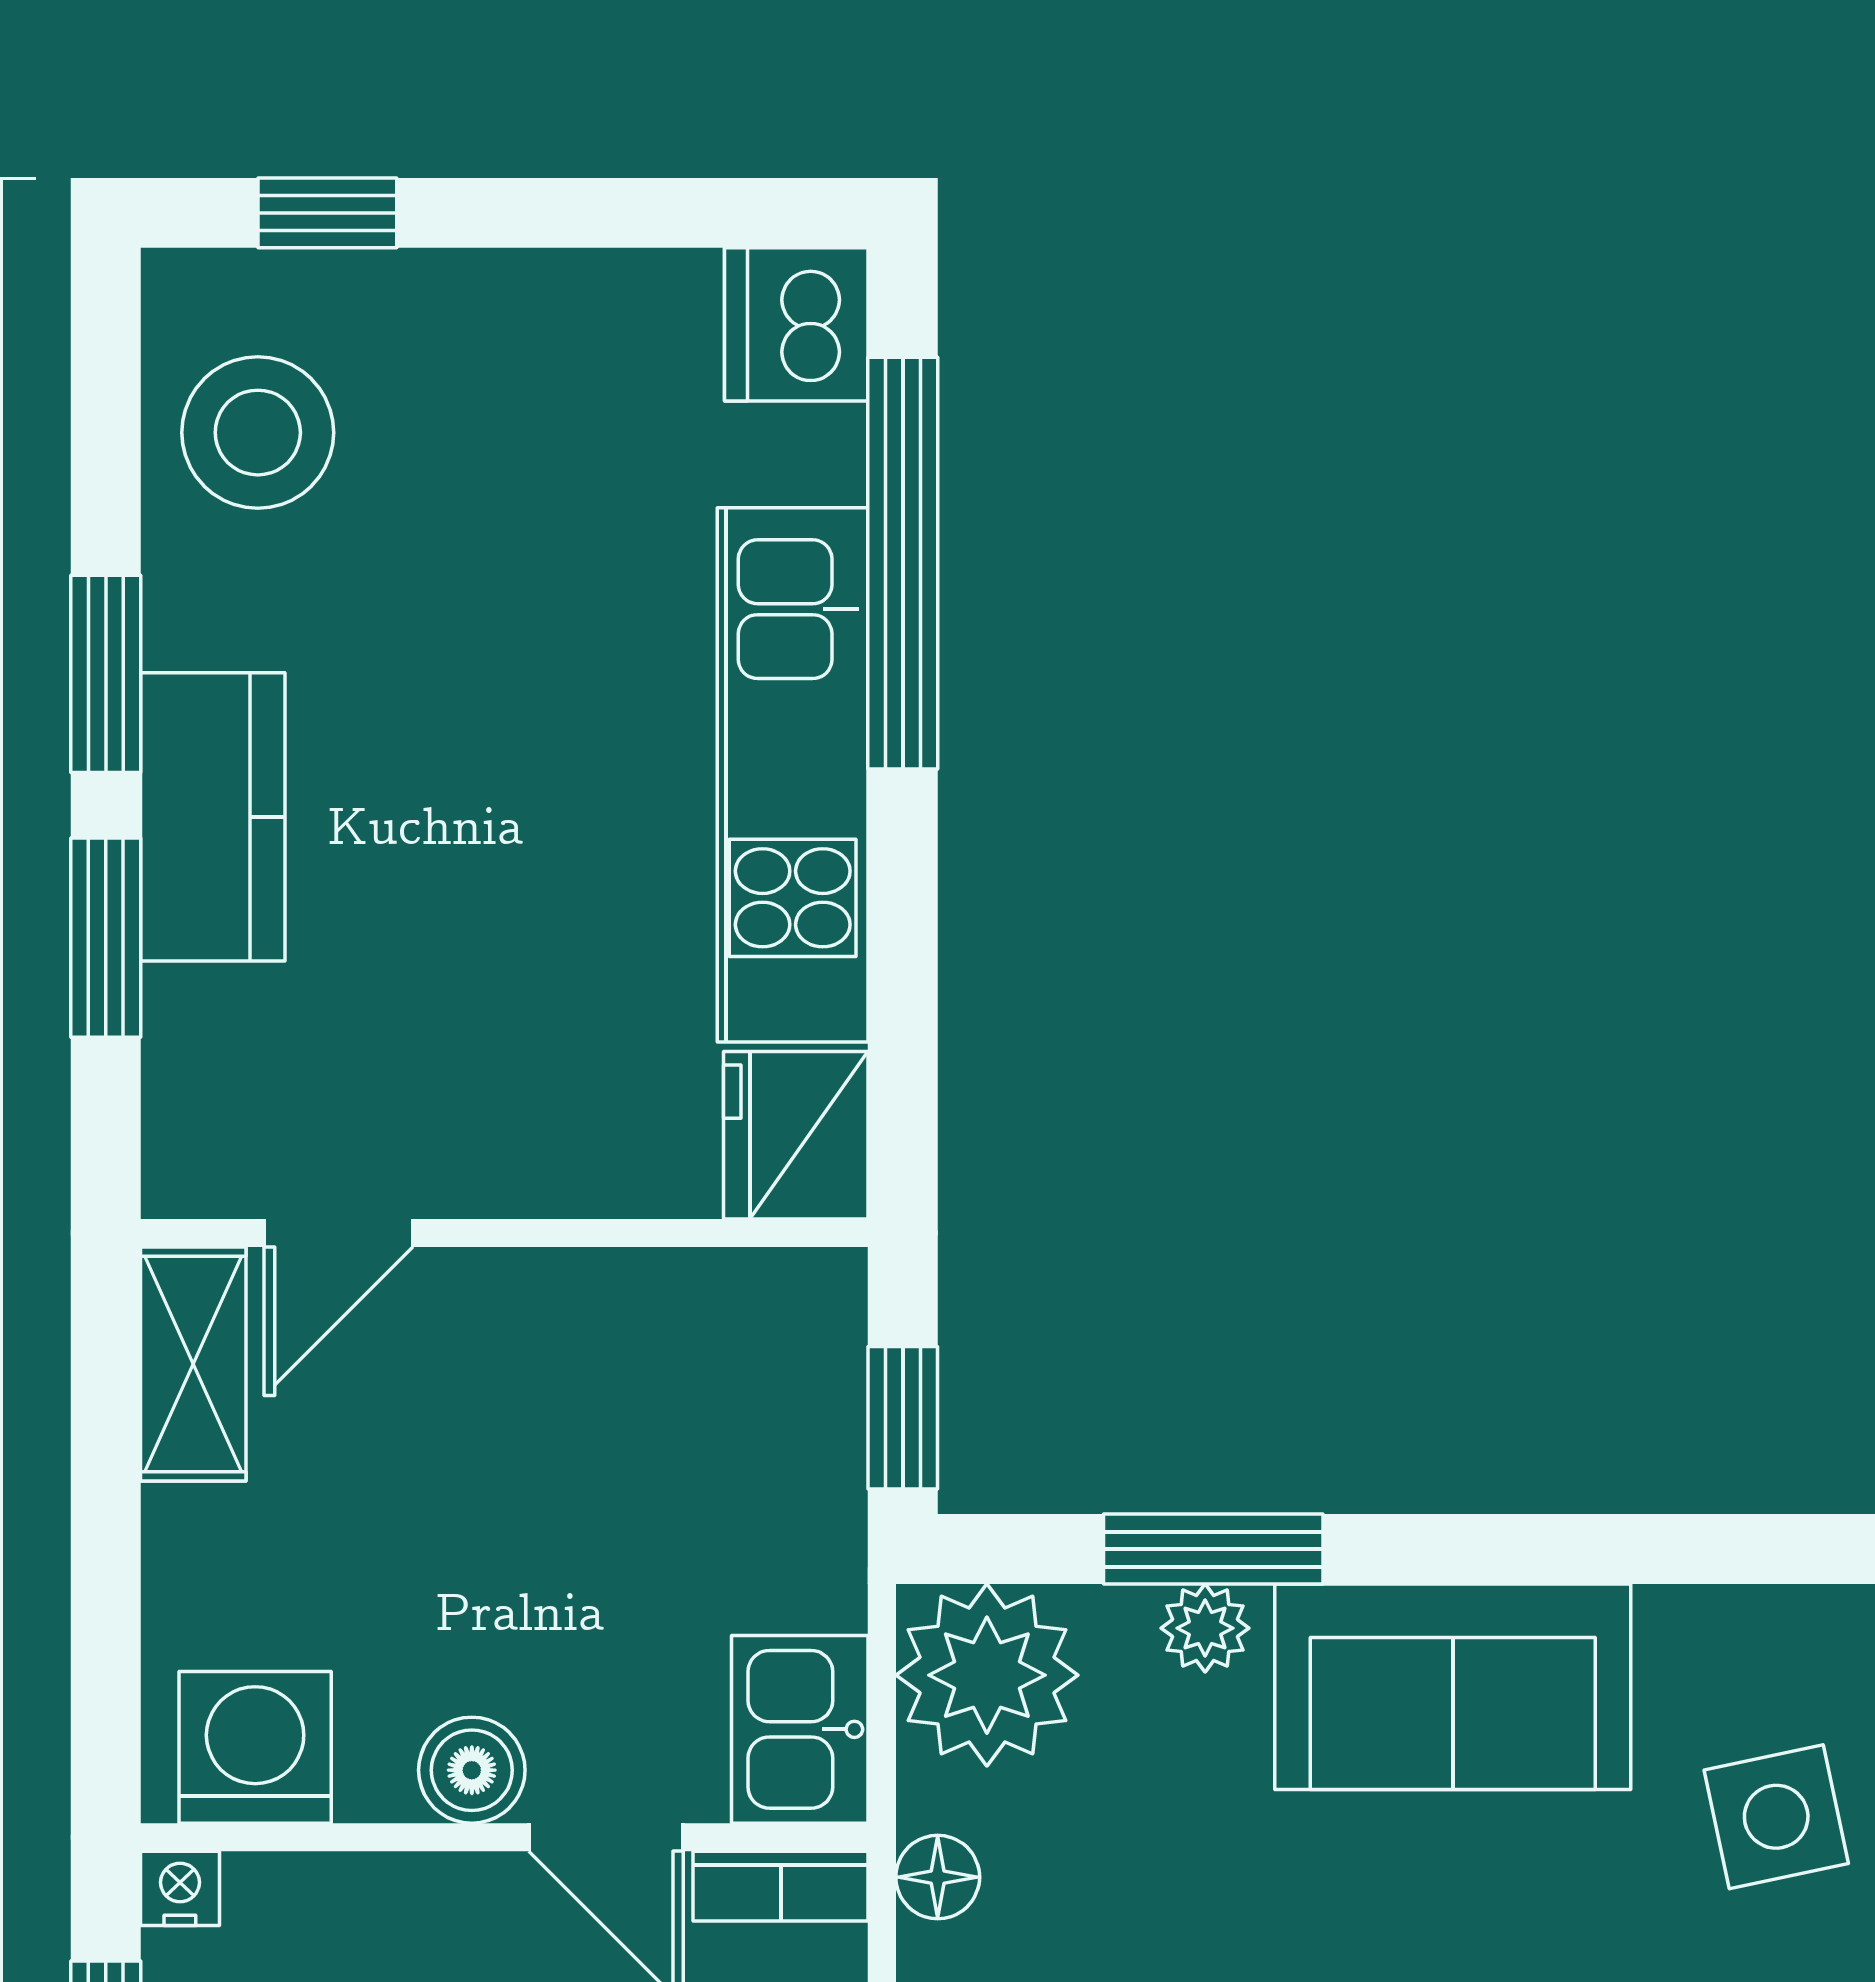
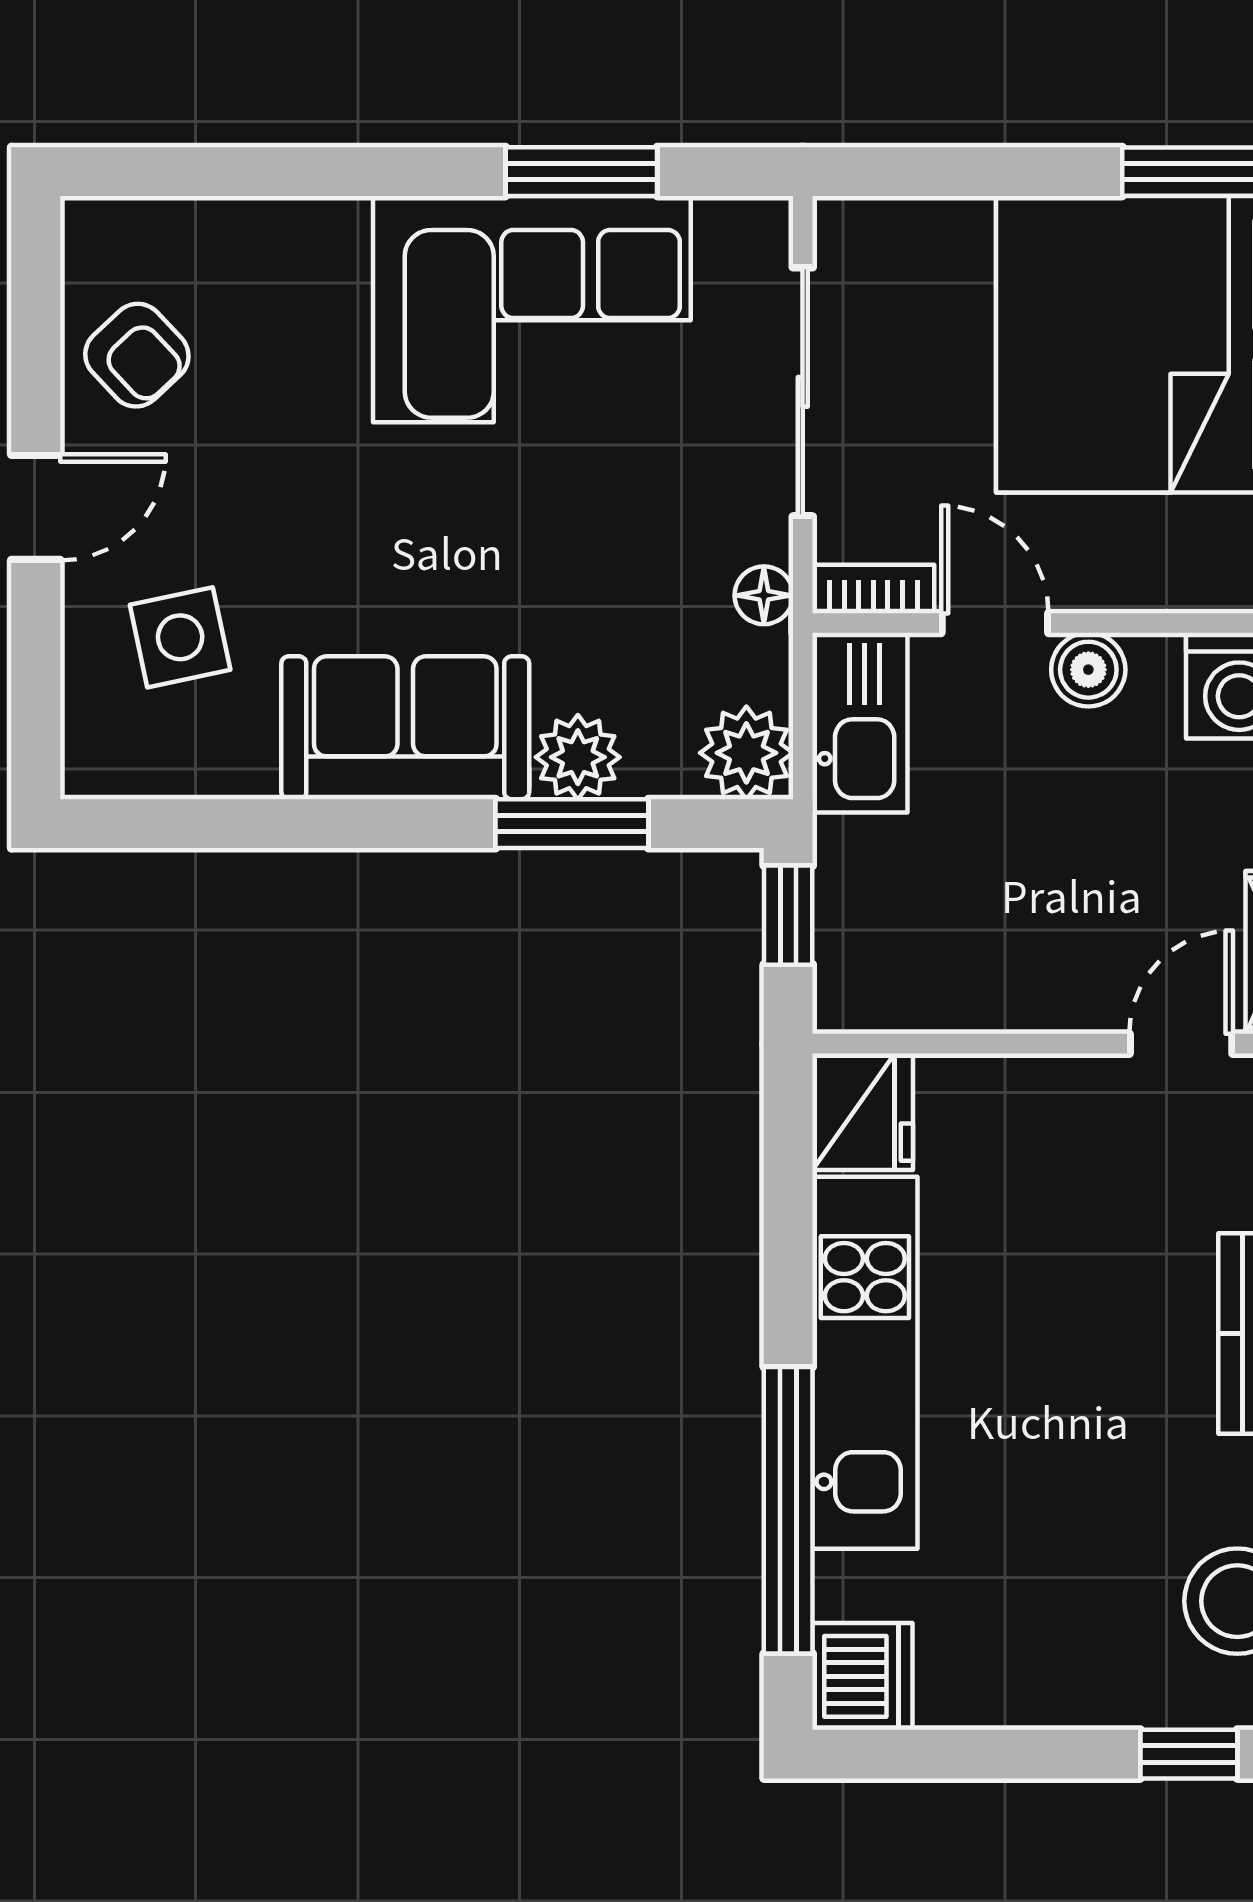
plant: (1205, 1628) -> (578, 757), width x1.38, depth x1.38
plant: (987, 1675) -> (746, 753), width x0.73, depth x0.73
kitchen sink: (800, 1729) -> (860, 723), width x1.38

